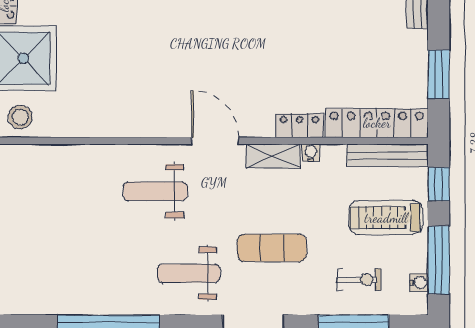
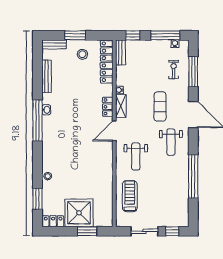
window: (439, 74) -> (75, 35), moved
stool: (20, 117) -> (82, 54), moved
locker: (300, 126) -> (108, 107), moved
bench: (388, 155) -> (120, 52), width x0.73
treadmill: (386, 218) -> (130, 196), moved, turned 180

